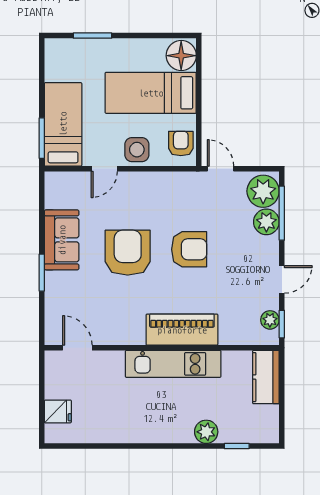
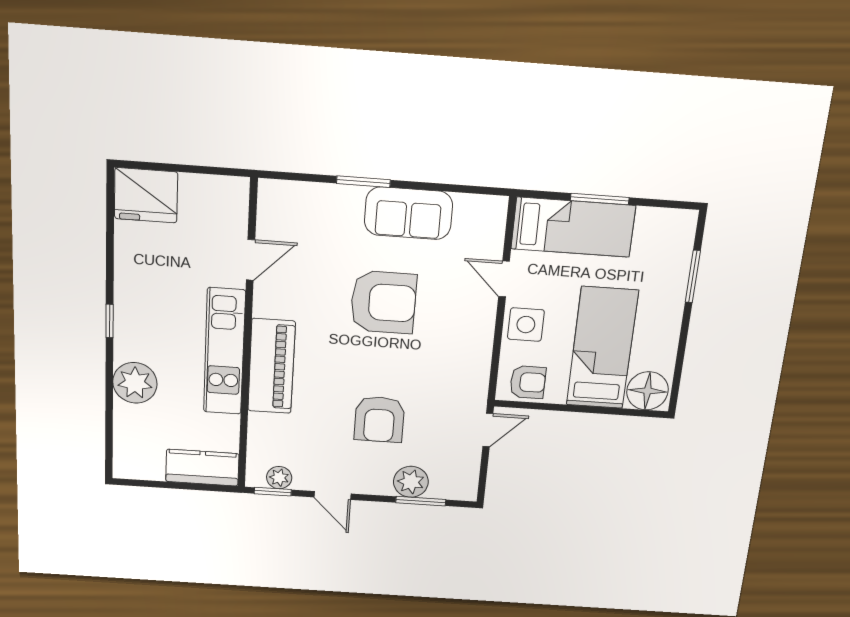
window: (42, 138) -> (600, 199), moved
plant: (263, 191) -> (452, 480), removed
window: (282, 213) -> (421, 501), width x0.69
armchair: (189, 249) -> (379, 419), moved
door: (77, 348) -> (251, 260), moved
fridge: (58, 411) -> (146, 195), width x1.88, depth x1.34
plant: (206, 432) -> (135, 383), width x1.36, depth x1.36
window: (237, 446) -> (110, 321), moved

